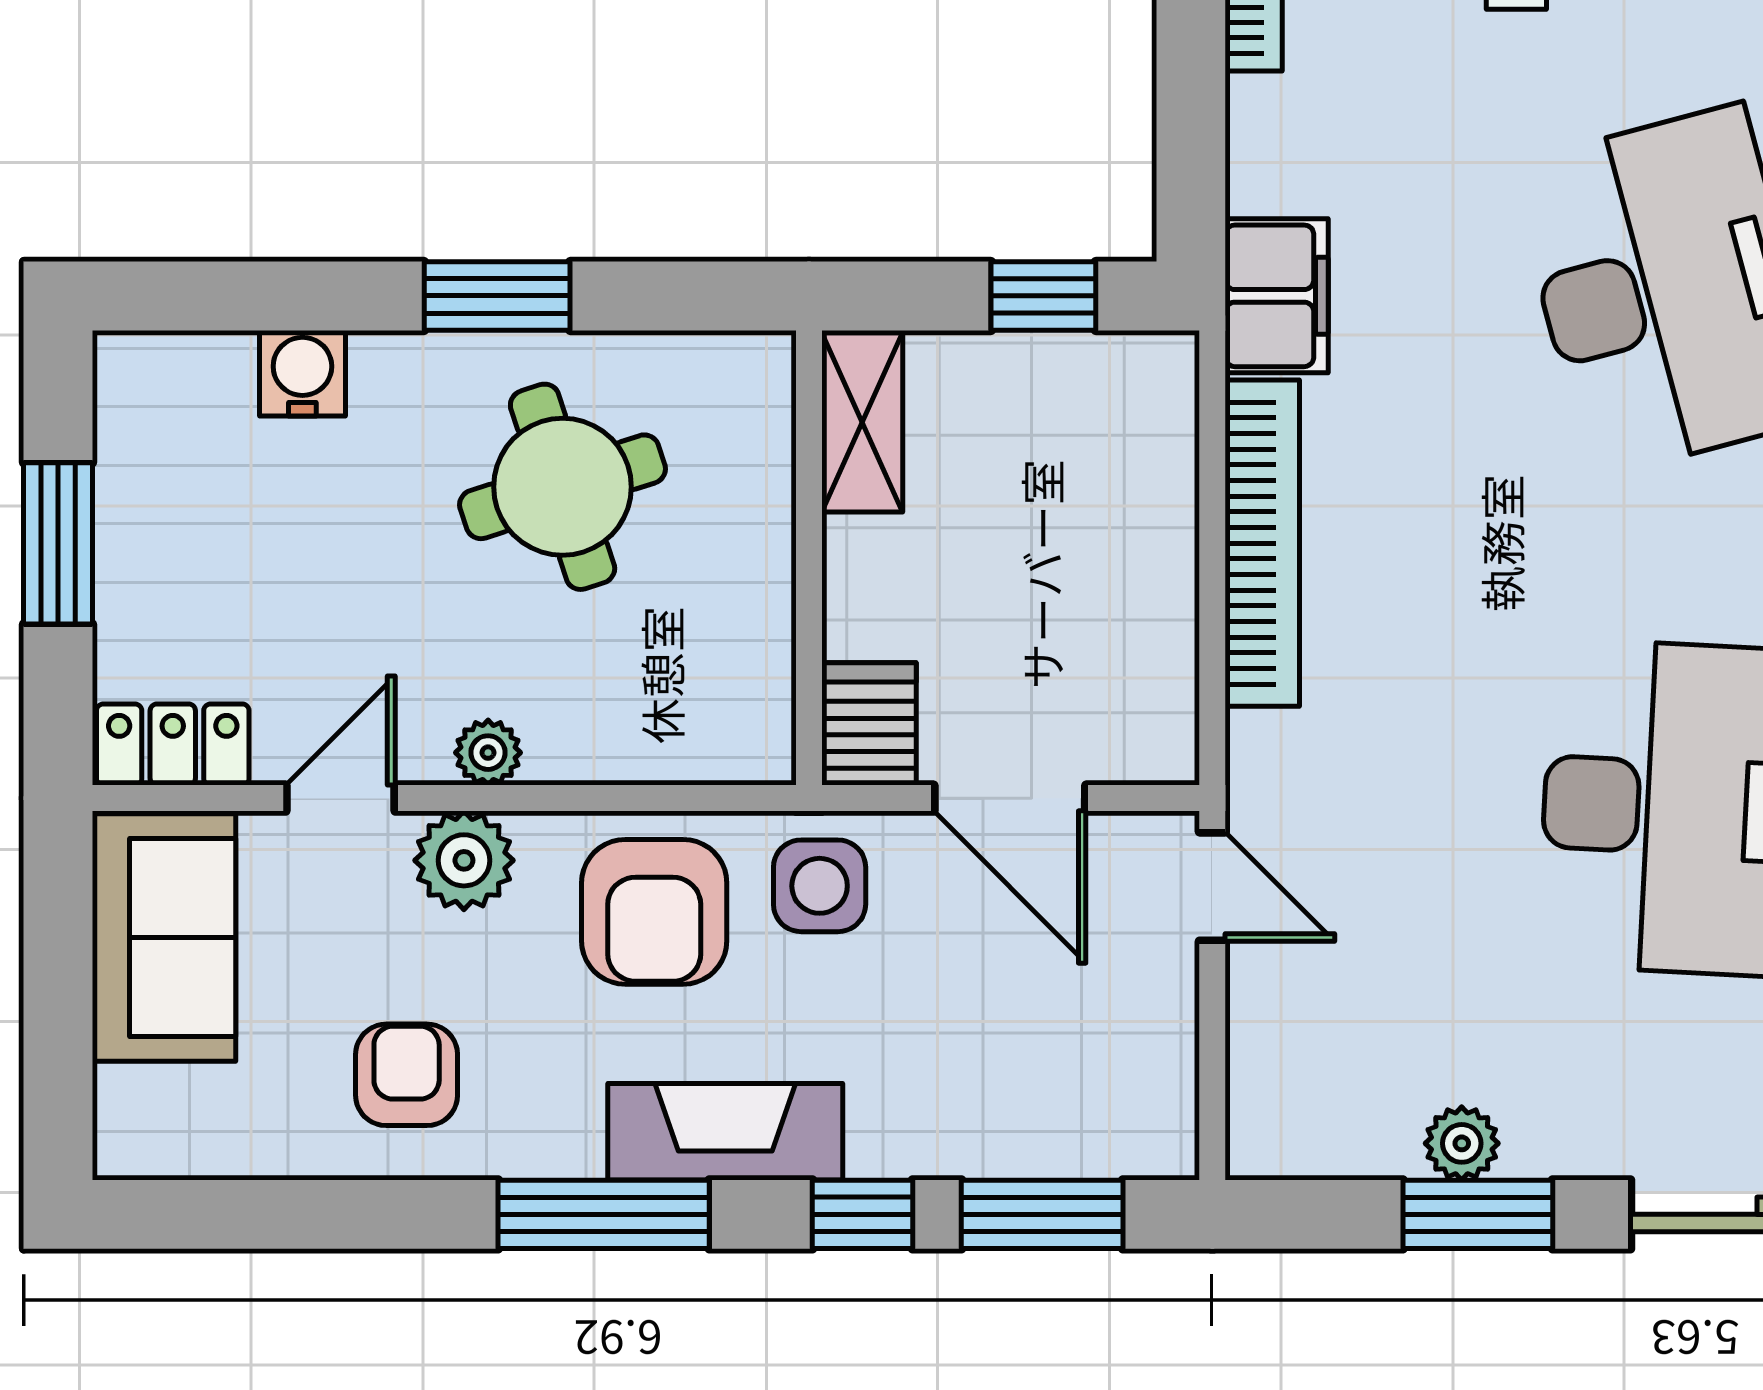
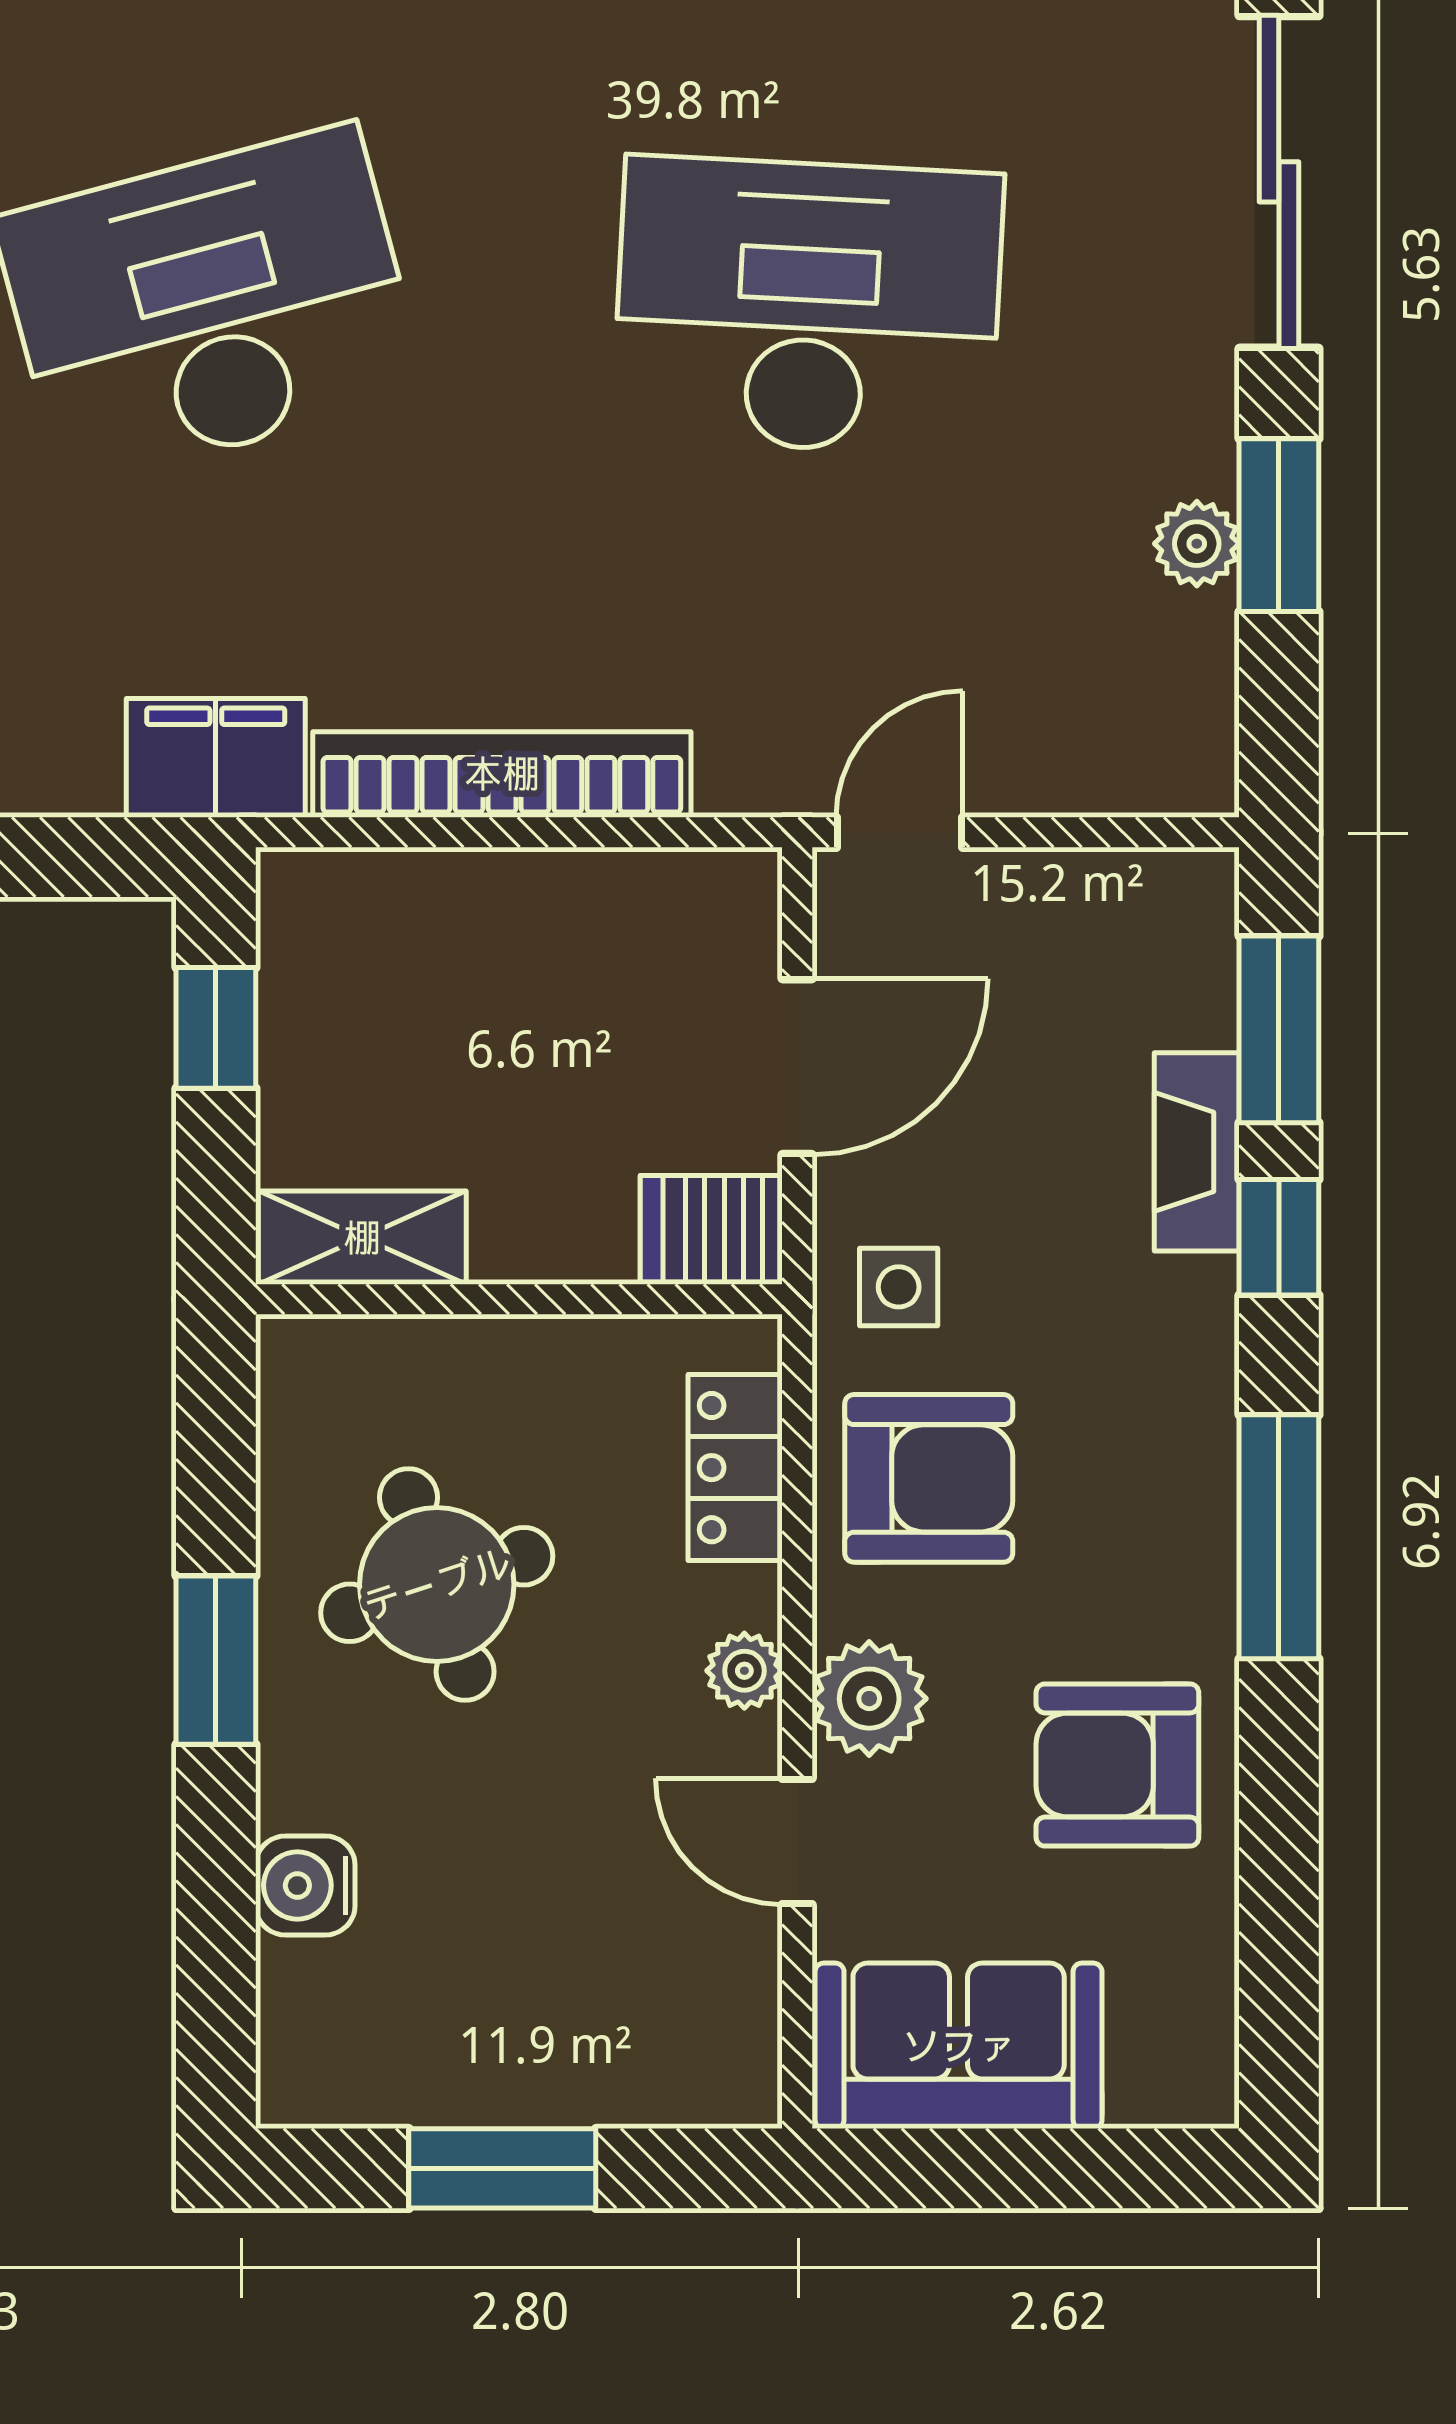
locker: (173, 745) -> (735, 1468), moved
side table: (820, 886) -> (899, 1287), width x0.73, depth x0.73
armchair: (407, 1075) -> (1117, 1765), width x1.38, depth x1.38
fireplace: (725, 1132) -> (1197, 1152), moved, width x0.73, depth x0.76

